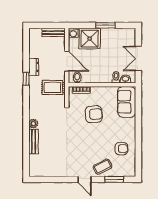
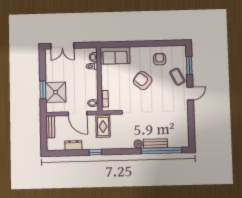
window: (105, 25) -> (43, 90), moved
washing machine: (73, 33) -> (50, 108), removed
double door: (138, 58) -> (62, 46), moved
door: (67, 61) -> (78, 113), swing flipped
dresser: (34, 67) -> (73, 145), moved
armchair: (94, 114) -> (143, 81), moved, turned -47
window: (26, 148) -> (162, 150), added

